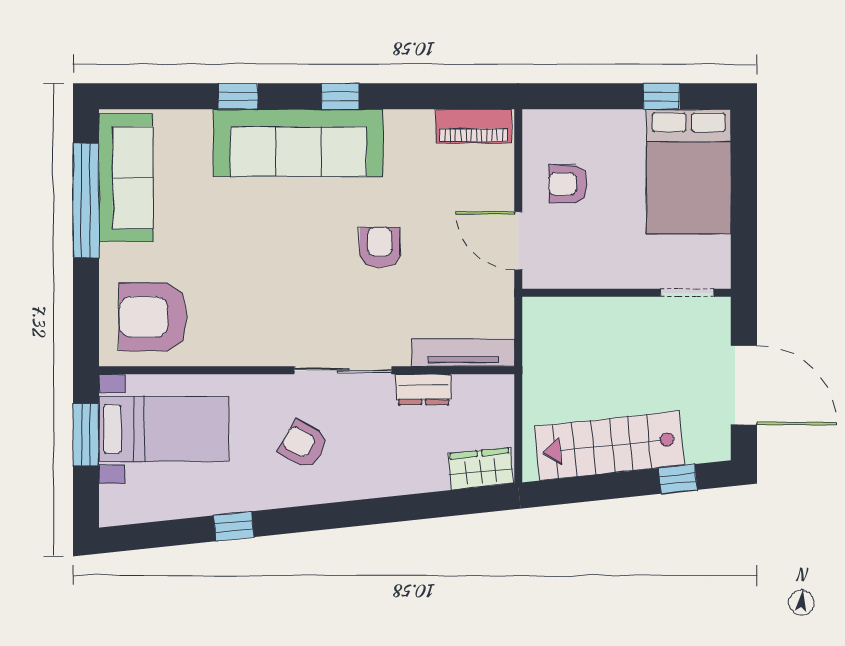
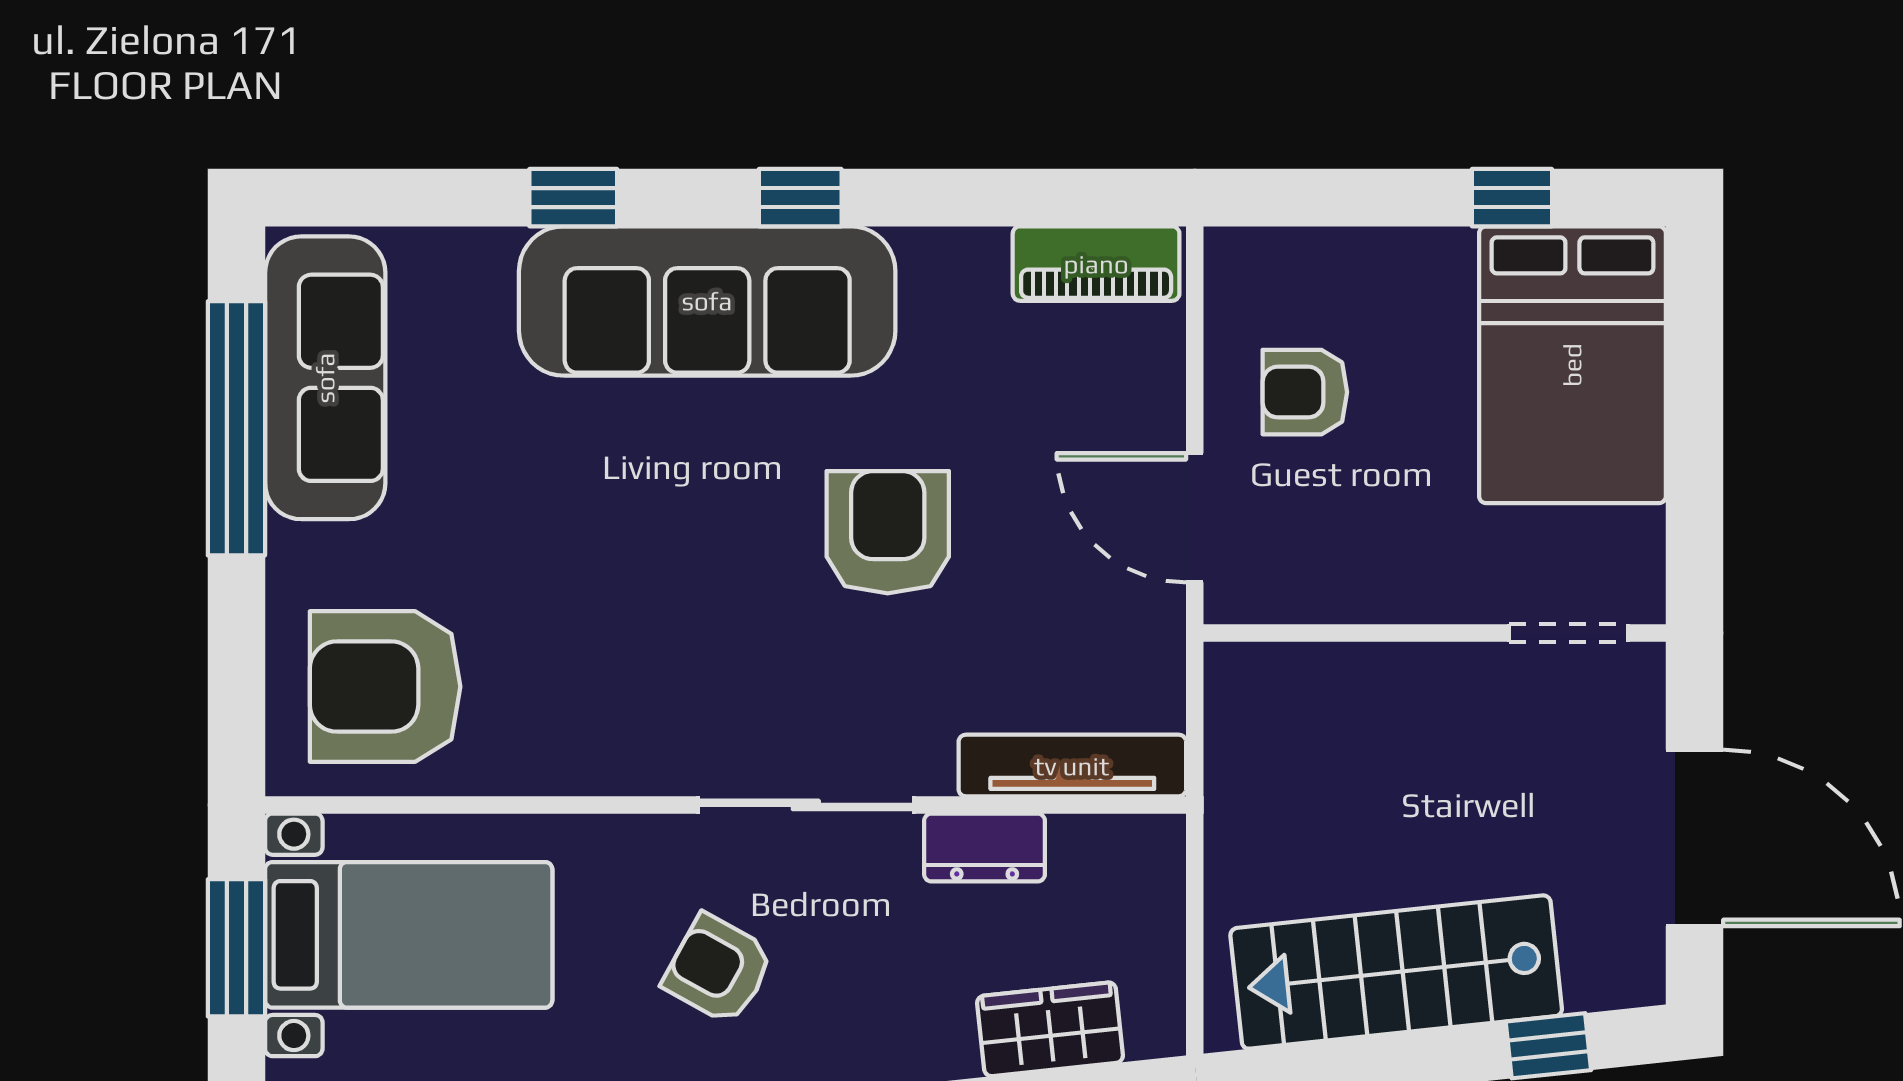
armchair: (380, 247) -> (888, 532), width x1.38, depth x1.38
wardrobe: (481, 469) -> (1050, 1029), moved

